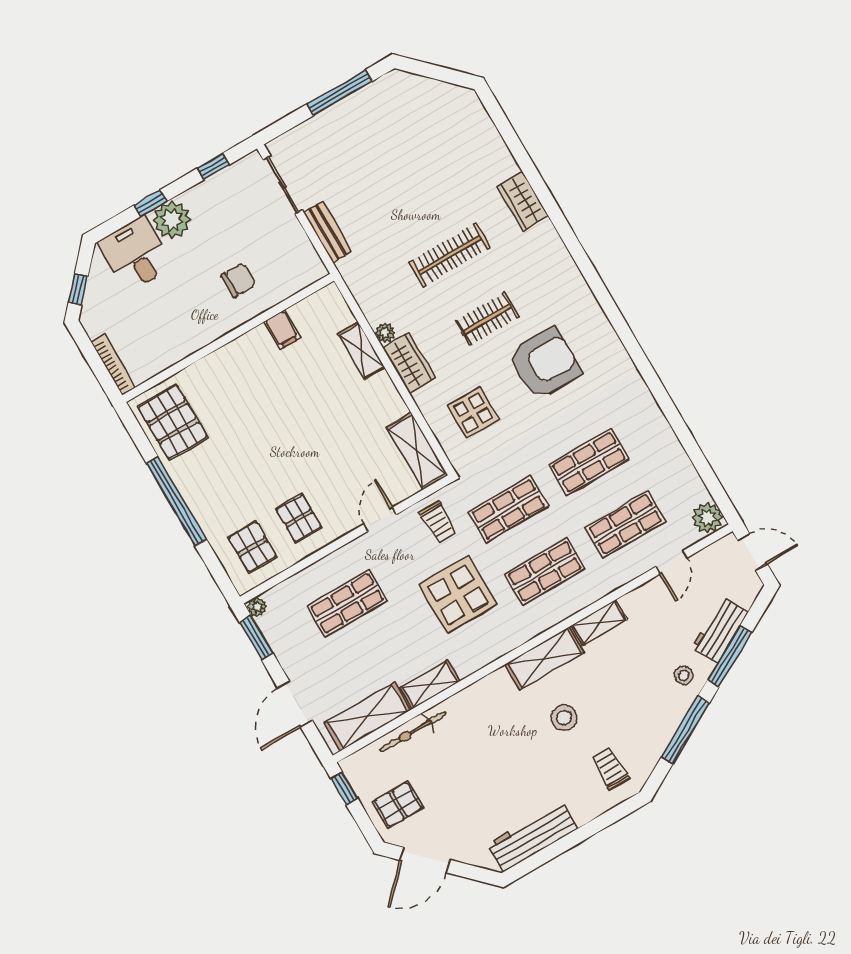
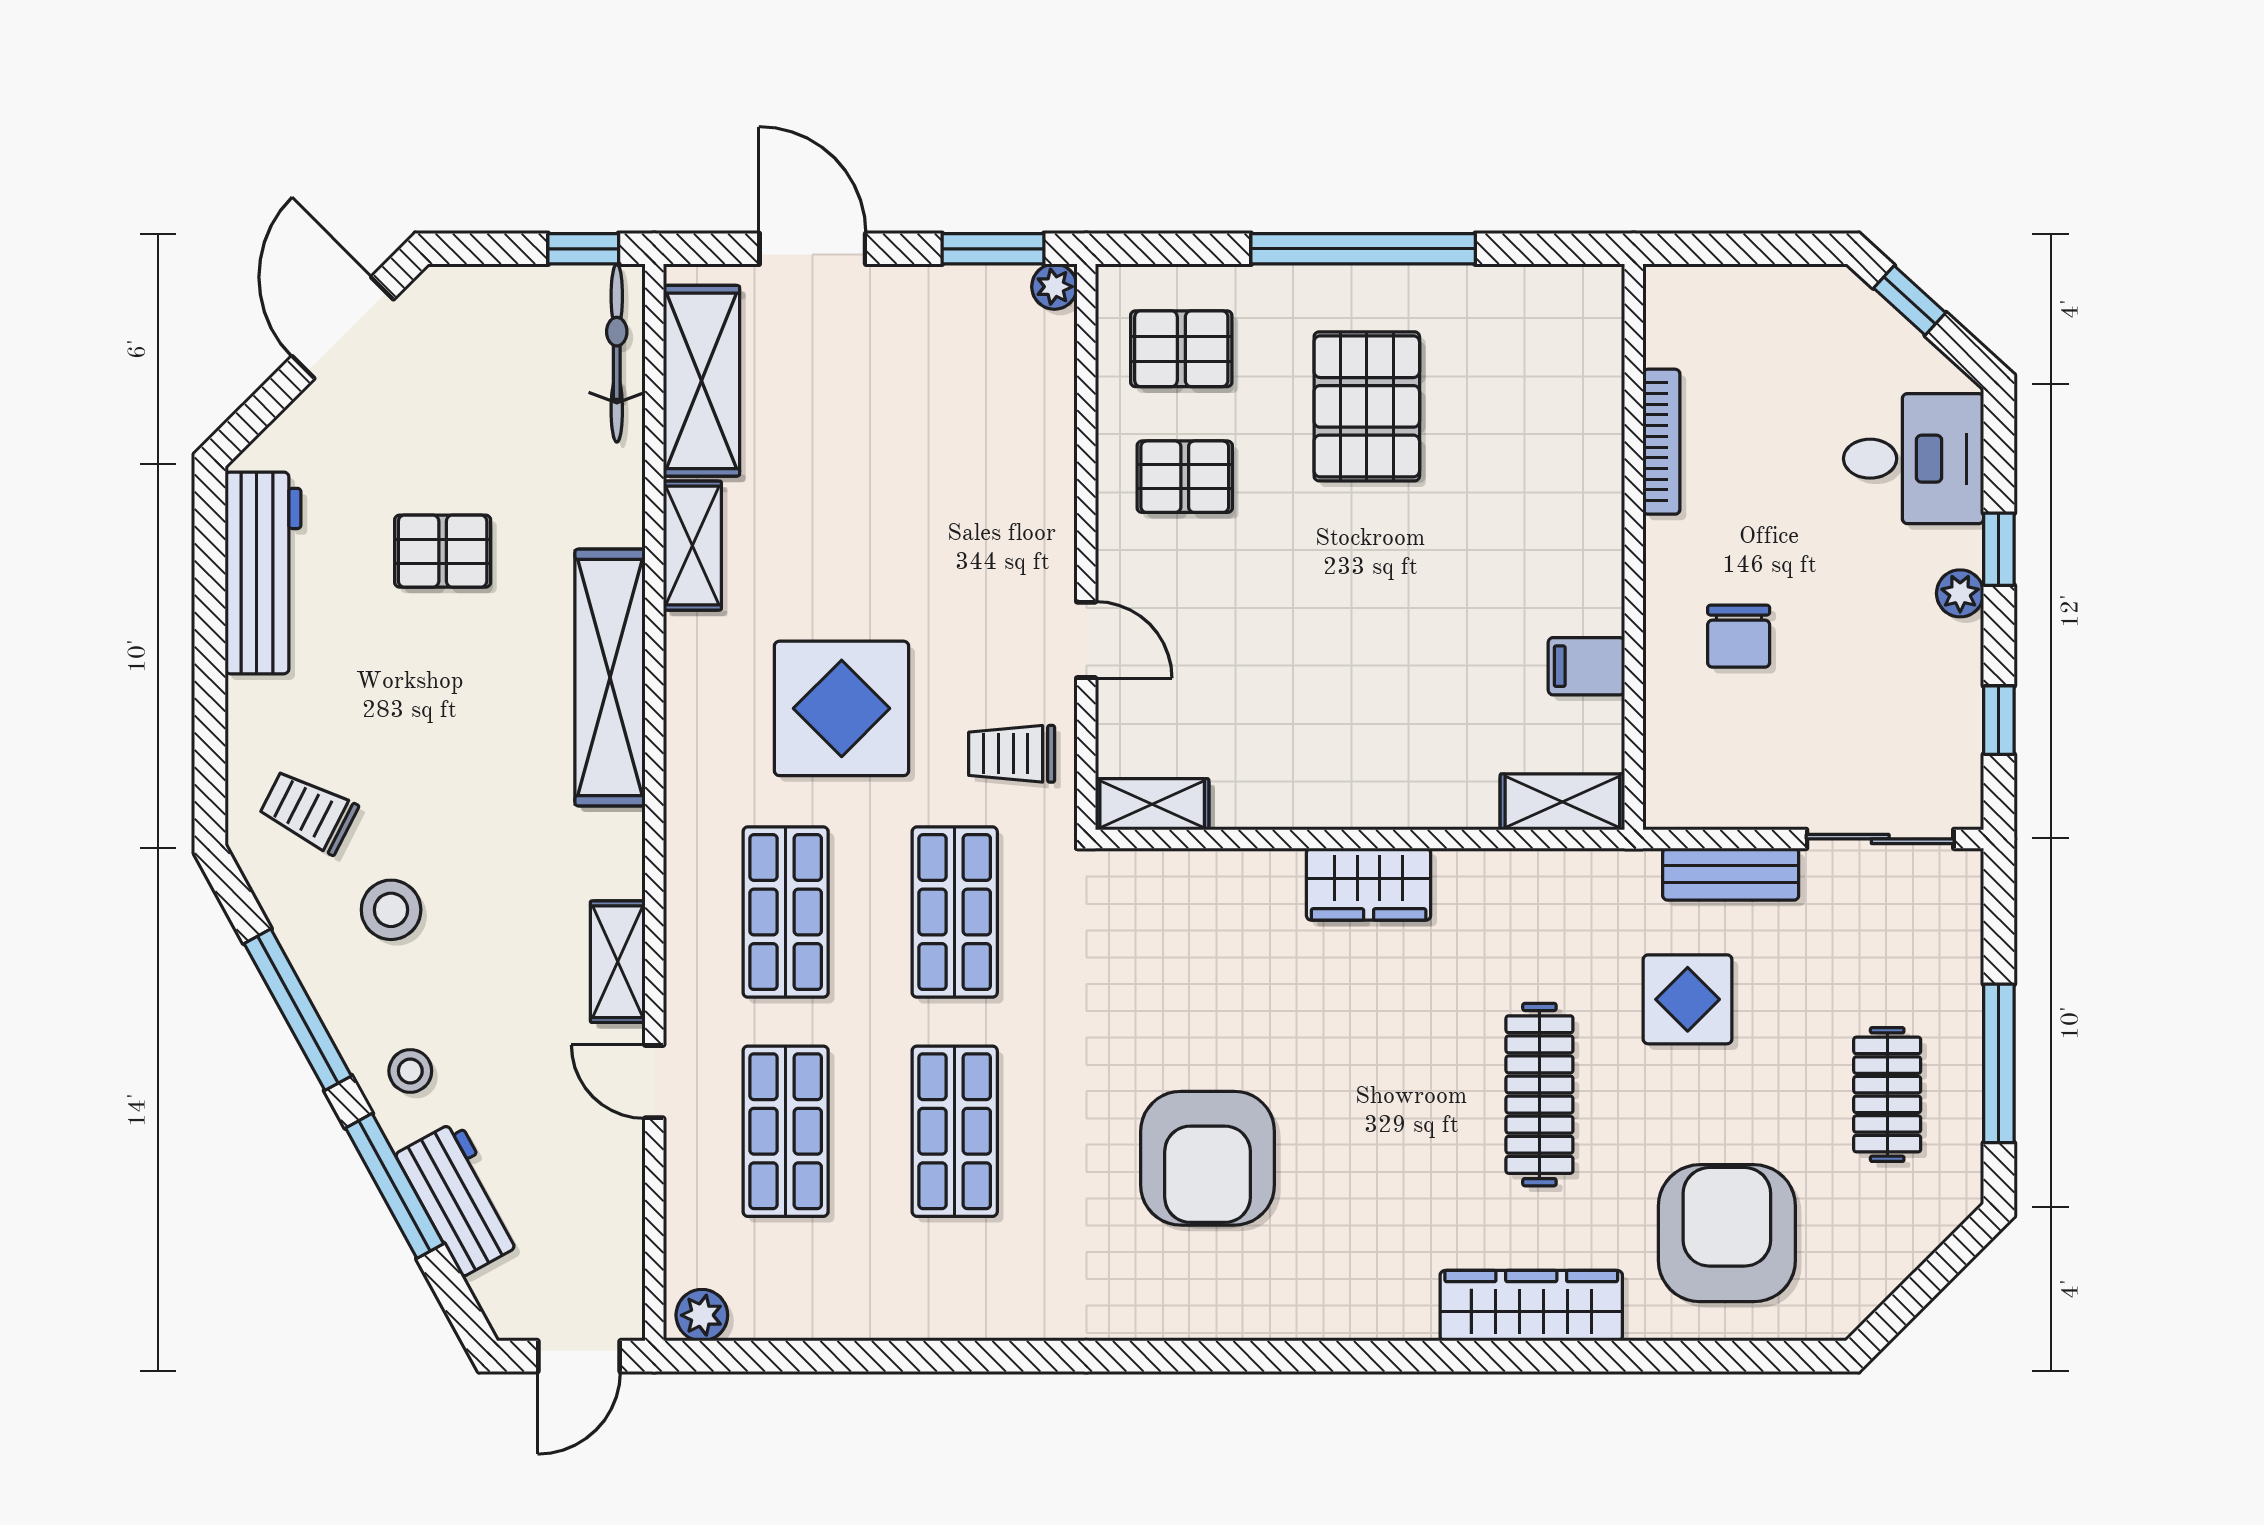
armchair: (461, 156) -> (1727, 1233), added
wardrobe: (523, 201) -> (1531, 1306), width x1.50
plant: (172, 220) -> (1960, 593), width x0.53, depth x0.53
clothes rail: (487, 319) -> (1887, 1095), moved
plant: (385, 333) -> (1458, 871), removed
shelving: (361, 351) -> (1562, 802), moved
bookcase: (113, 365) -> (1661, 442), moved, turned -90
display table: (473, 412) -> (1688, 999), moved
pallet: (173, 422) -> (1367, 406), moved, turned 90
shelving: (417, 451) -> (1152, 804), width x0.67, depth x0.75
plant: (707, 518) -> (702, 1315), width x0.73, depth x0.73
door: (671, 562) -> (654, 1082), moved
shop shelf: (347, 603) -> (955, 474), removed
shelving: (544, 658) -> (610, 677), moved, width x1.47
stool: (564, 718) -> (391, 910), moved
bicycle: (413, 732) -> (617, 353), moved
trolley: (610, 768) -> (309, 812), turned -153
pallet: (398, 805) -> (443, 551), moved, turned 90

